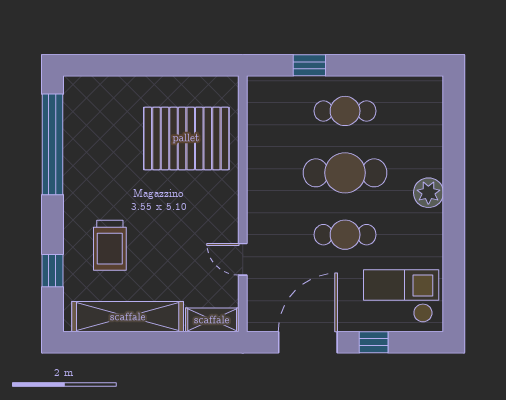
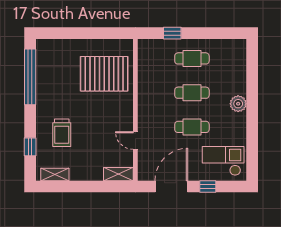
cafe table: (345, 173) -> (192, 93), width x0.73, depth x0.74
shelving: (128, 317) -> (55, 174), width x0.45, depth x0.75

